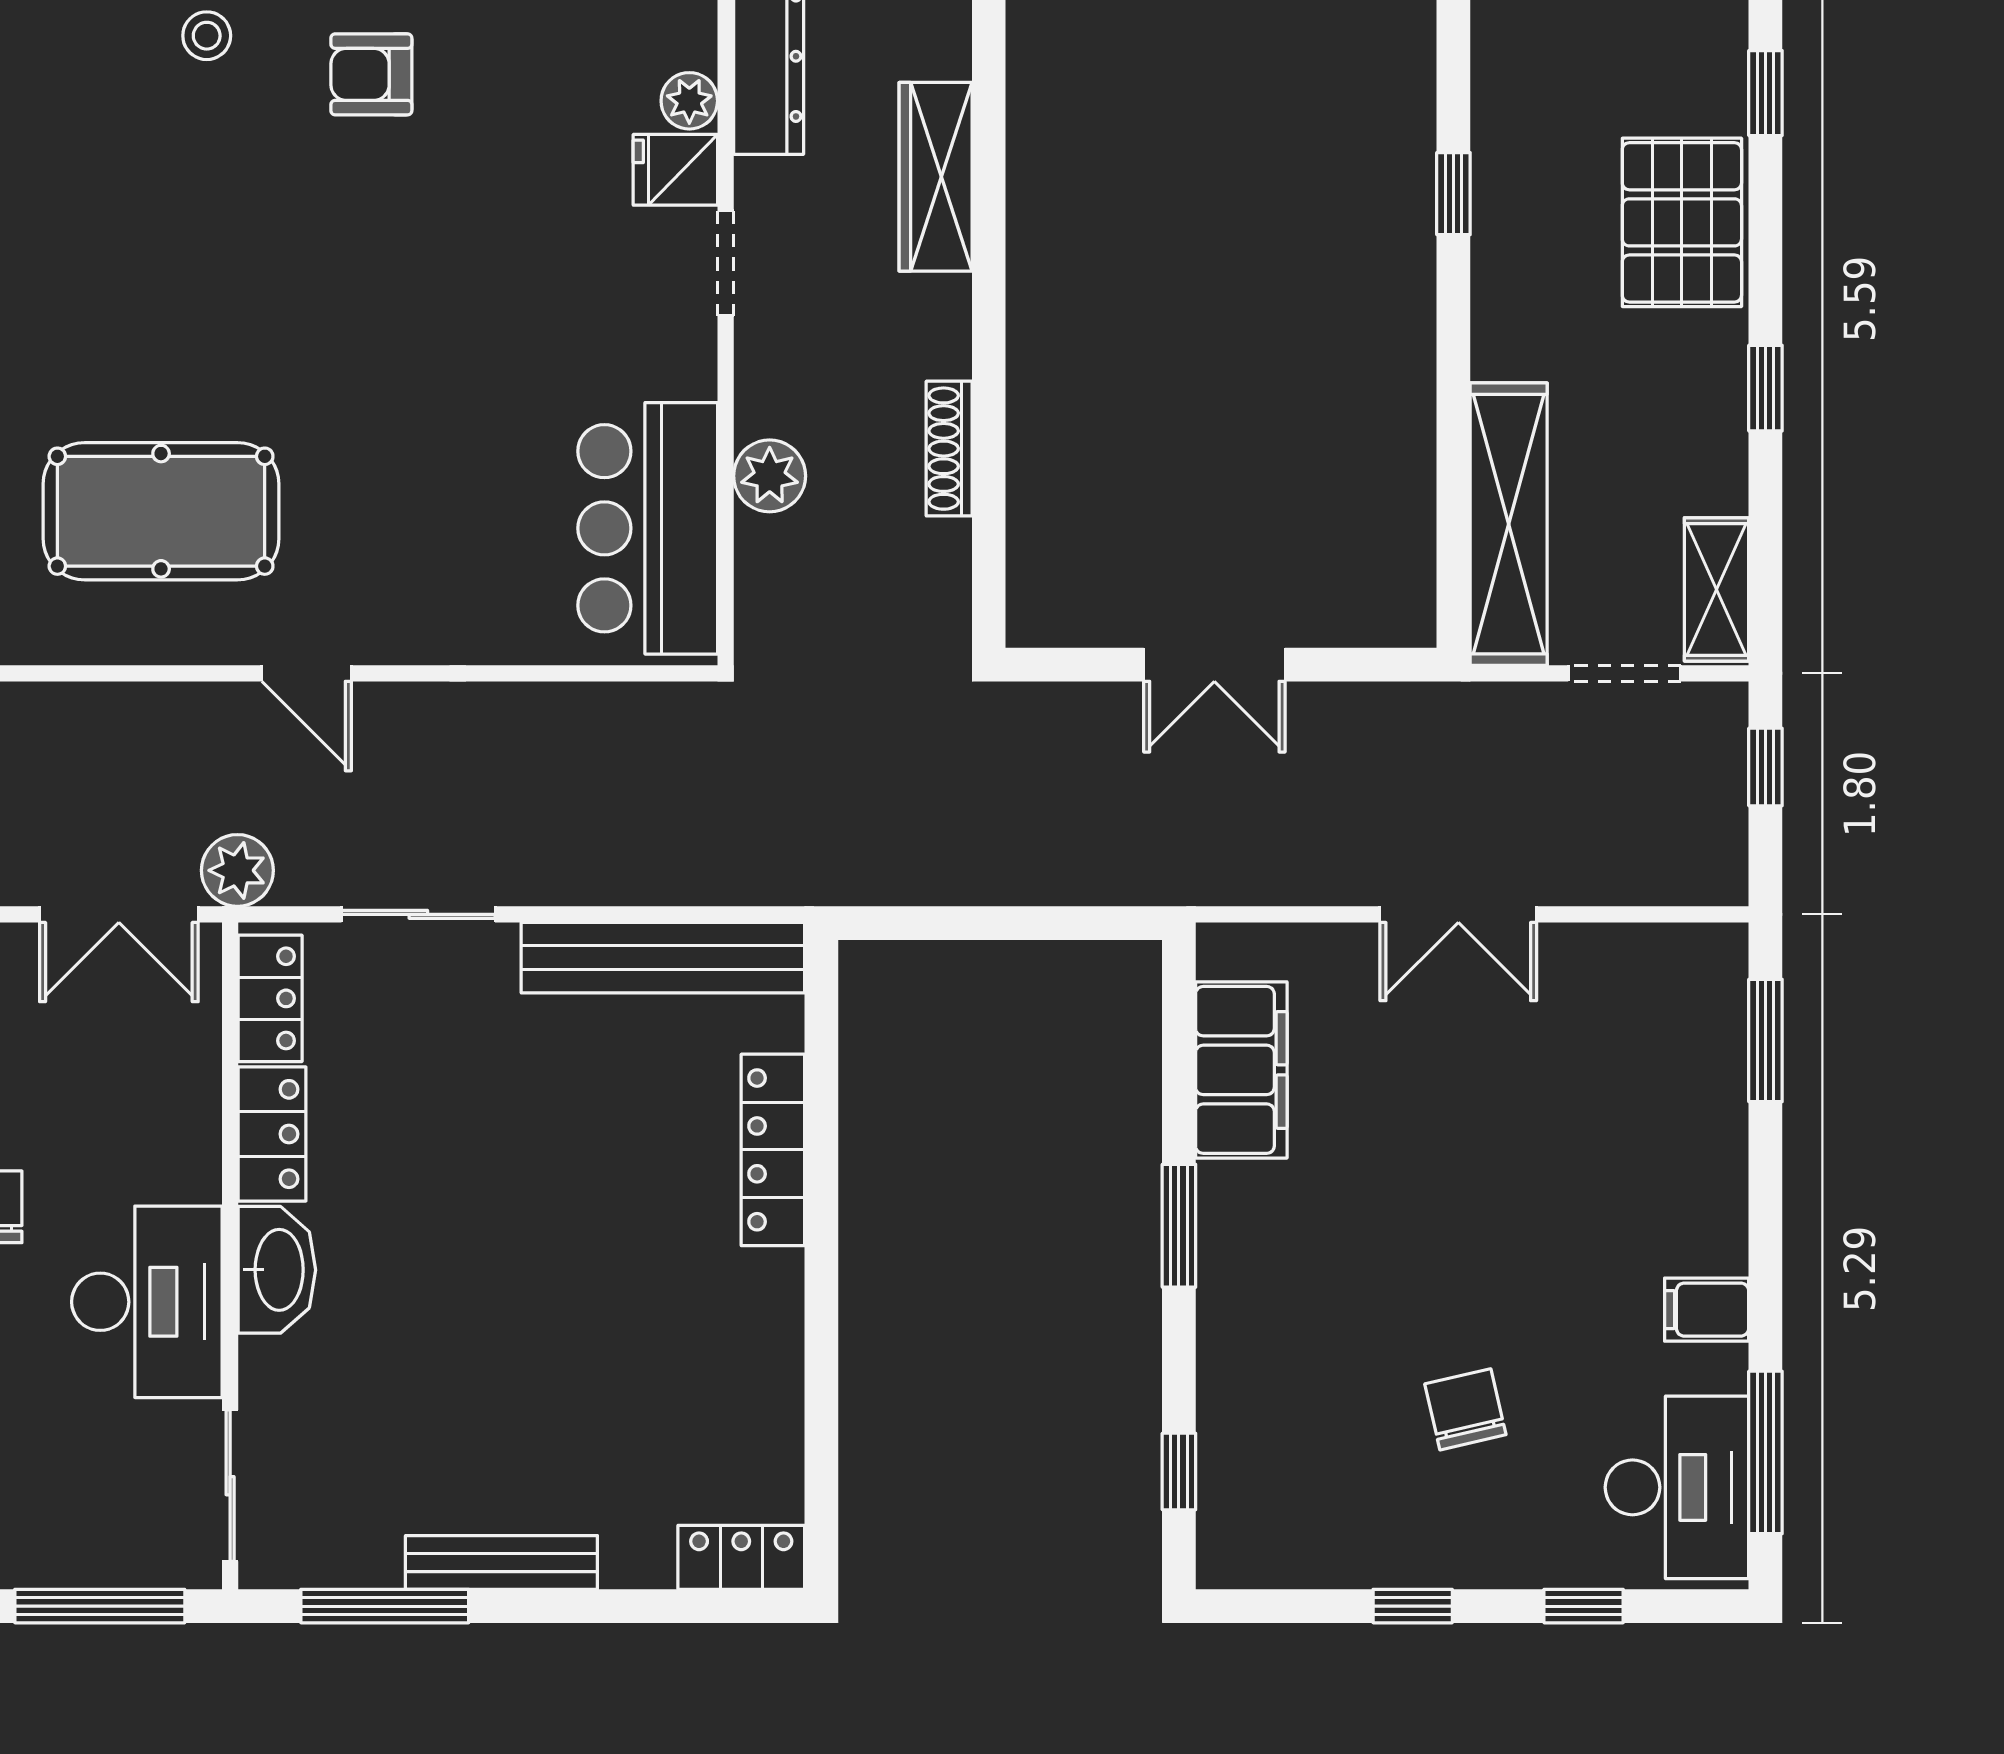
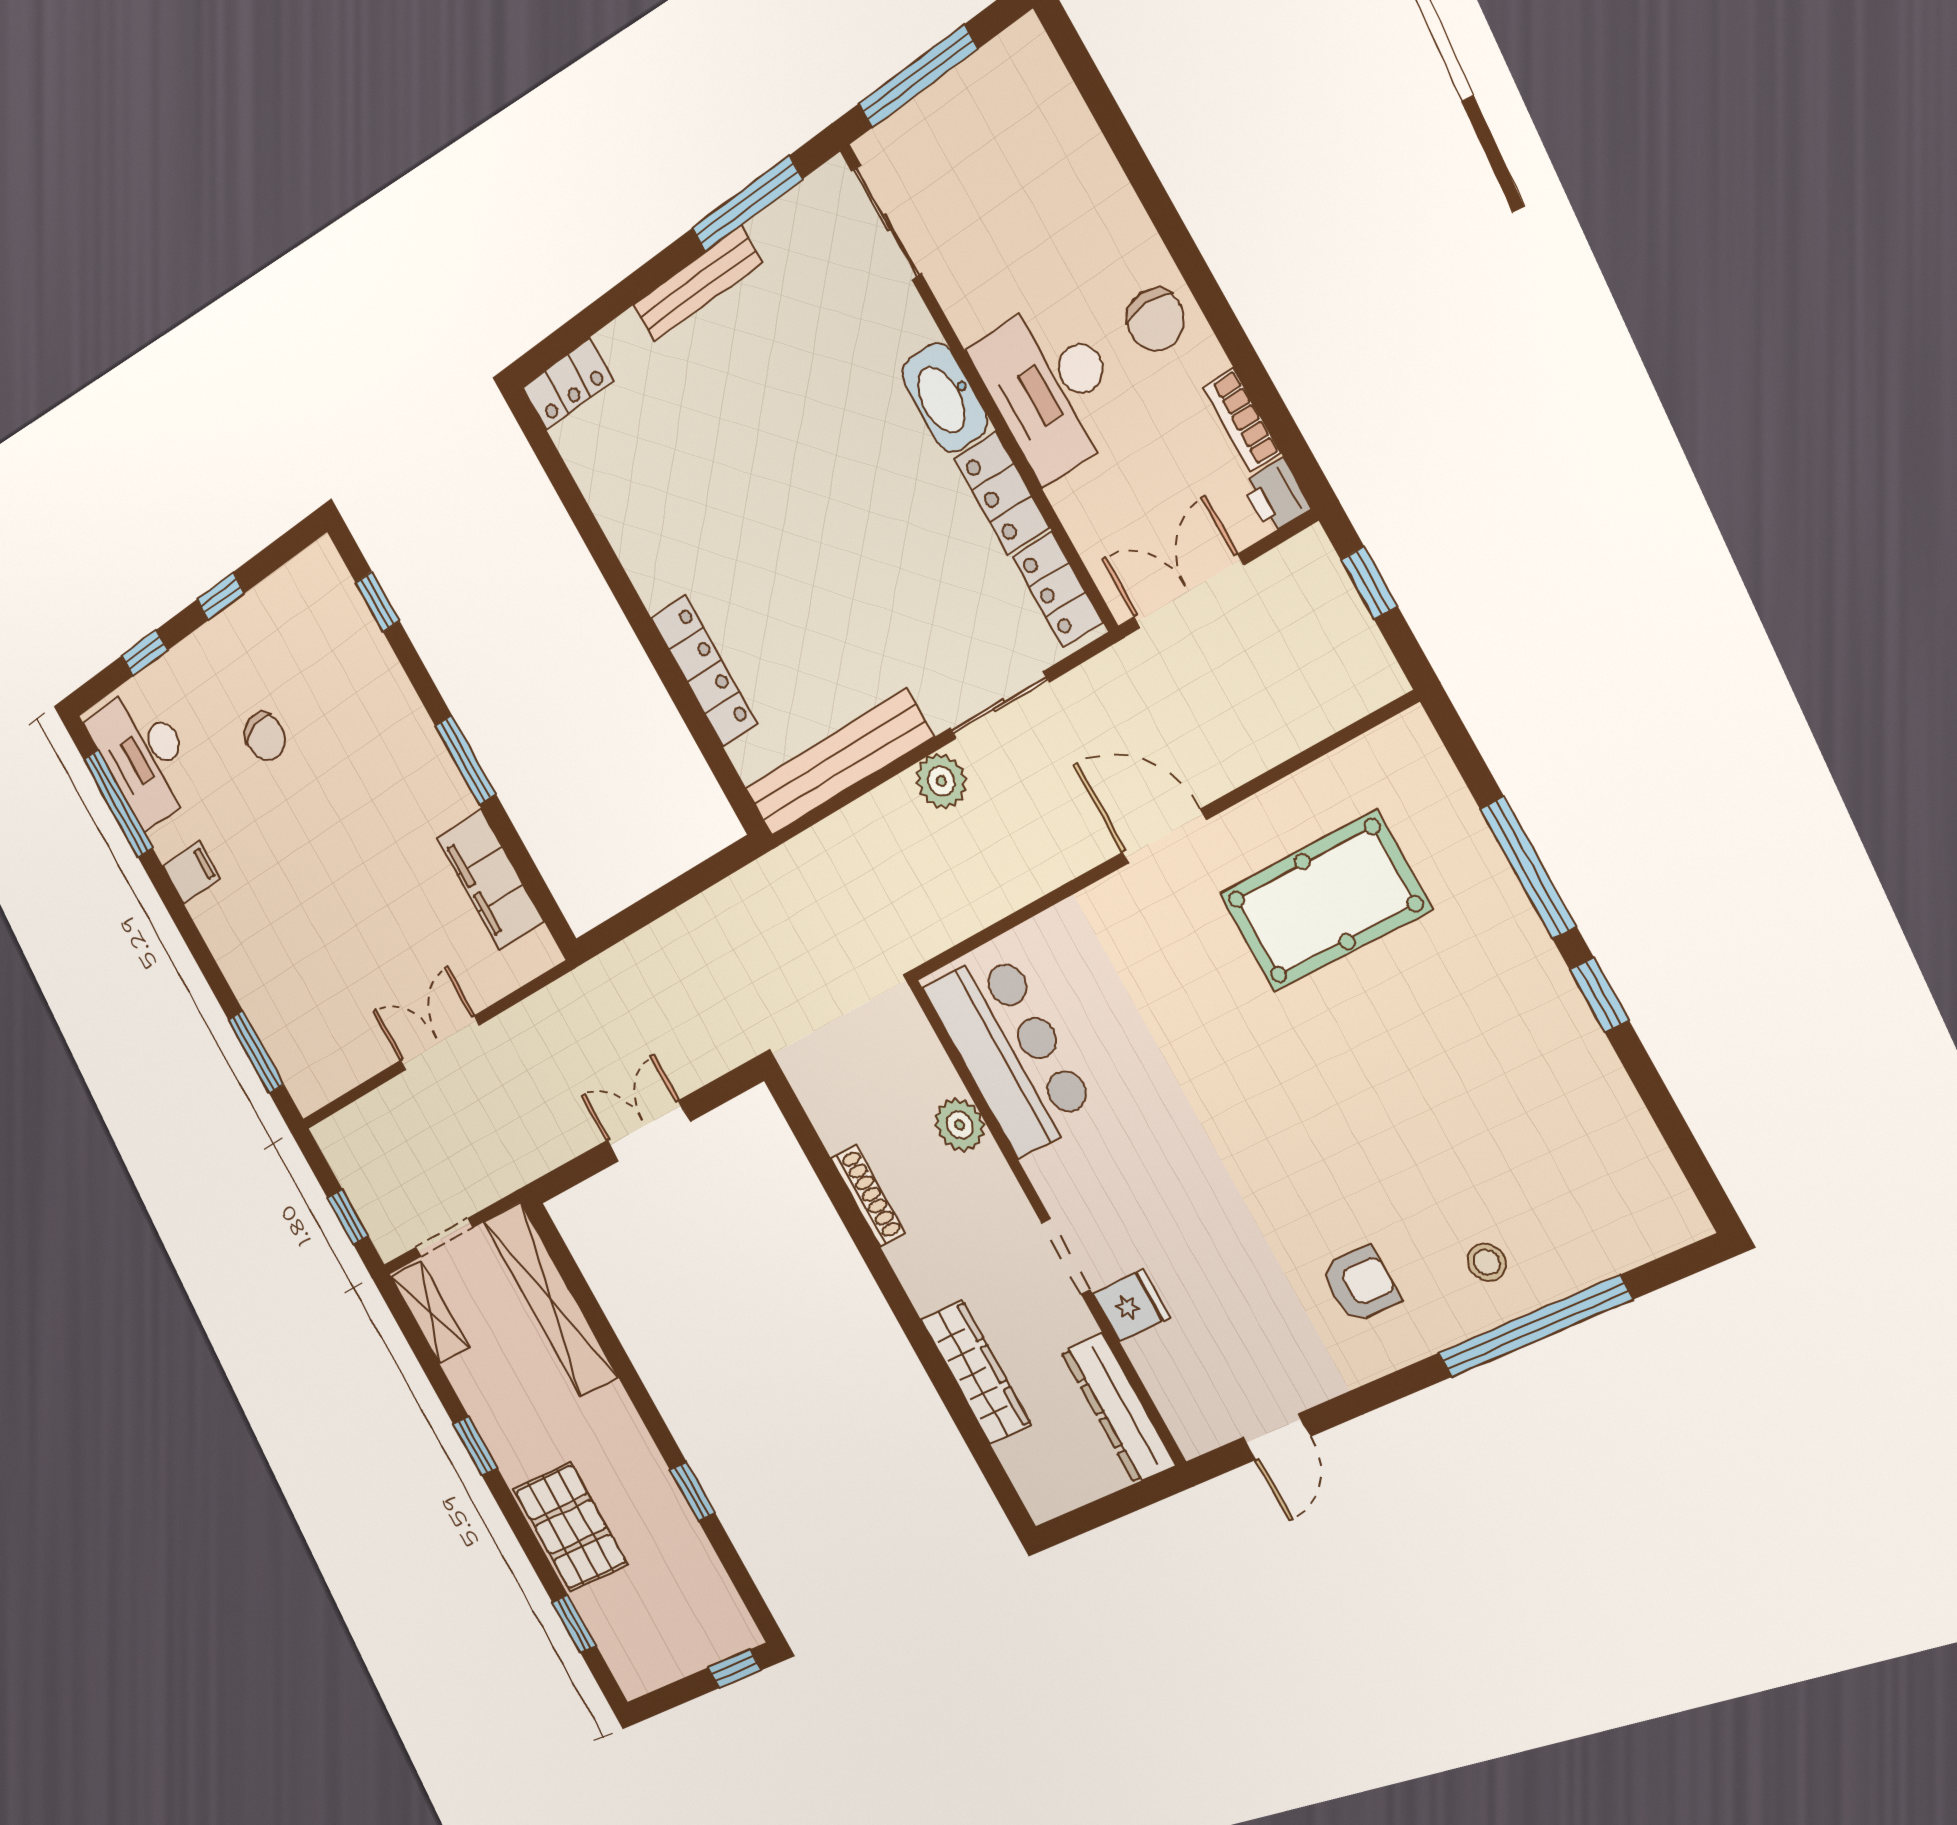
plant: (689, 101) -> (1149, 1357), removed
door: (307, 673) -> (1164, 836), width x1.38
plant: (237, 870) -> (941, 781), moved
desk: (147, 1302) -> (1051, 388), moved

